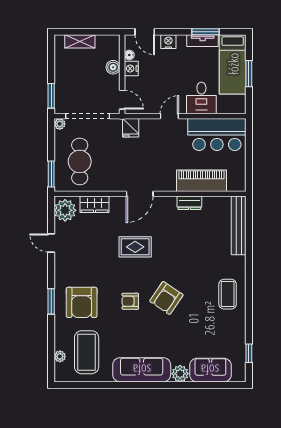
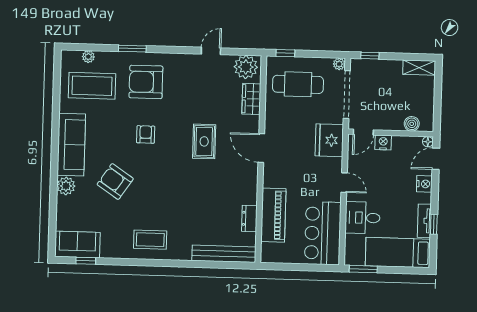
window: (205, 32) -> (434, 224), width x0.67
shelving: (80, 41) -> (419, 68), moved, turned 90
floor lamp: (129, 55) -> (428, 142), moved
boiler: (113, 67) -> (412, 124), moved
nightstand: (131, 68) -> (383, 143), moved
window: (249, 74) -> (363, 269), moved
window: (51, 96) -> (370, 56), width x0.67
fridge: (131, 128) -> (329, 140), width x1.88, depth x1.34
window: (51, 174) -> (285, 53), width x0.67
dresser: (189, 203) -> (249, 218), moved
armchair: (166, 298) -> (115, 182), moved
window: (51, 301) -> (132, 49), moved
sofa: (210, 370) -> (77, 244), moved, turned -90

